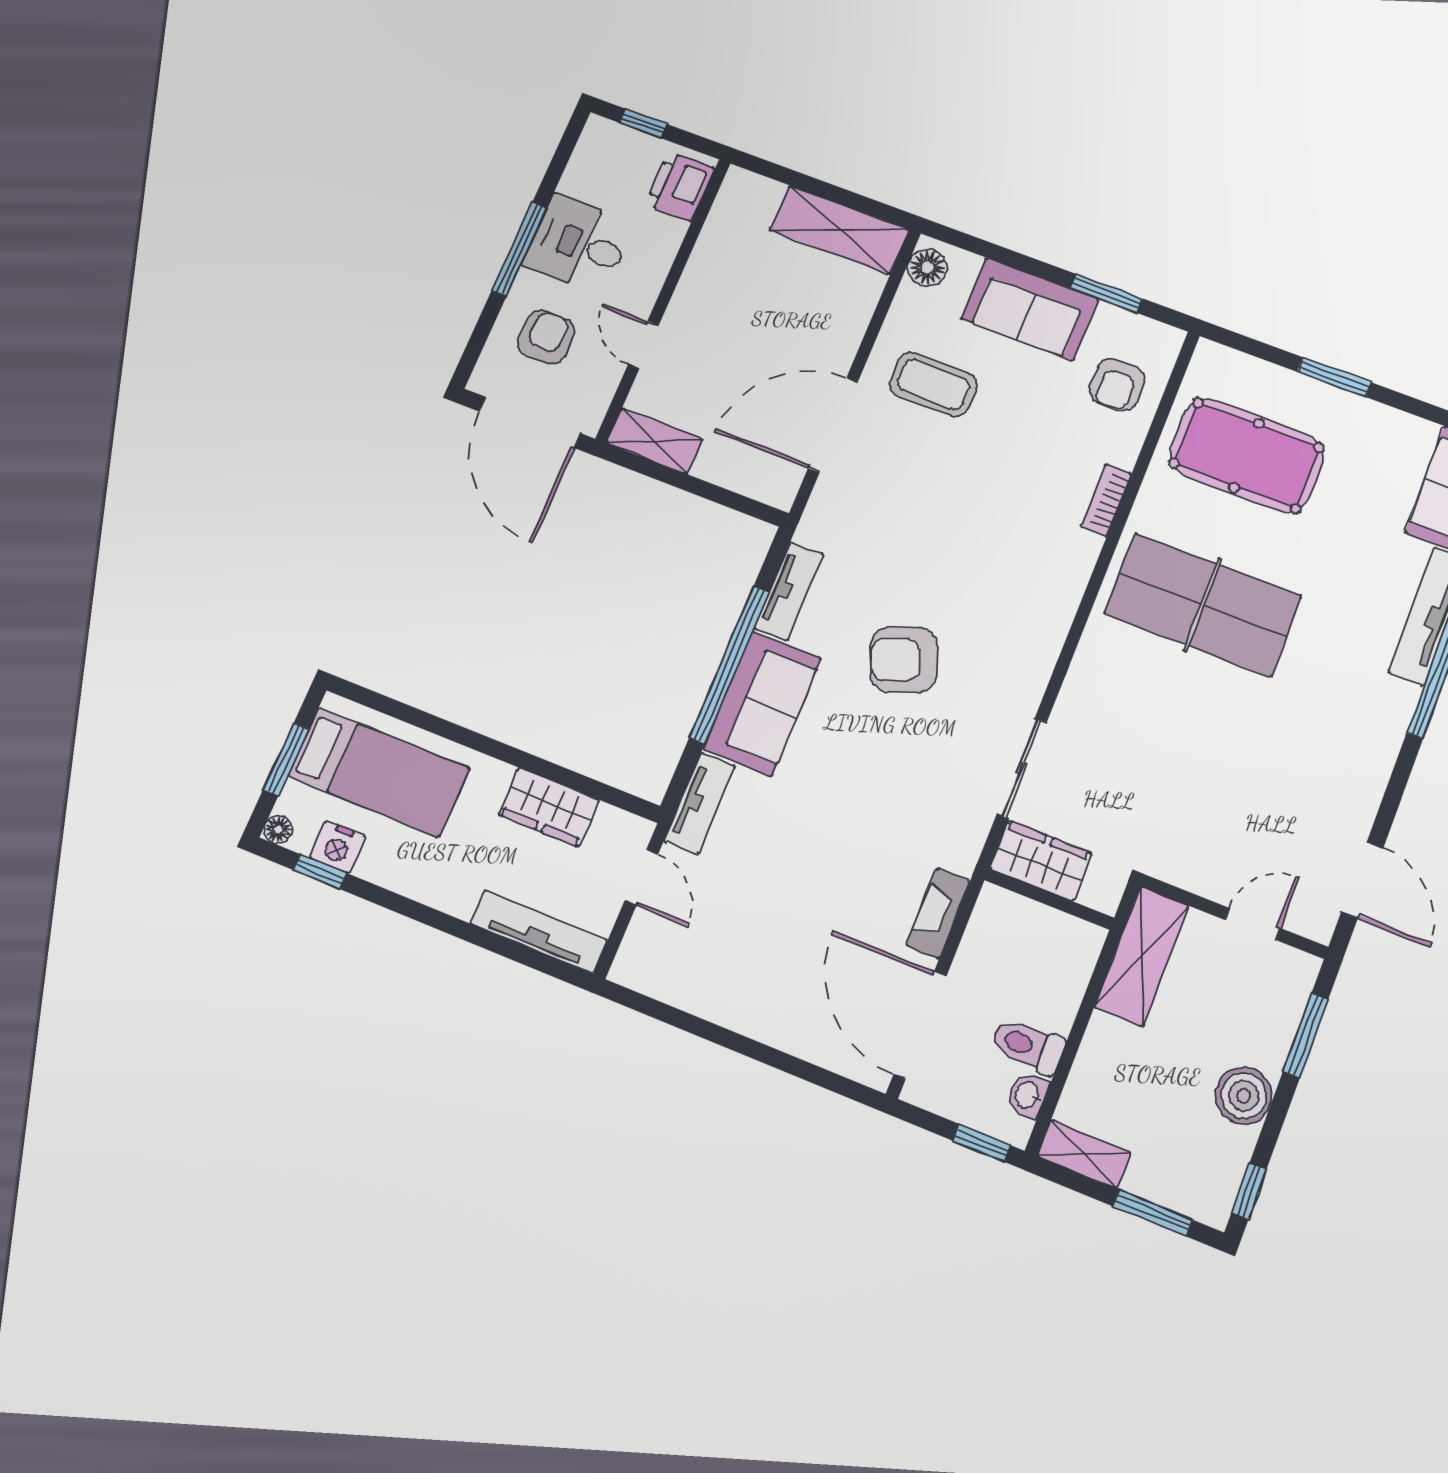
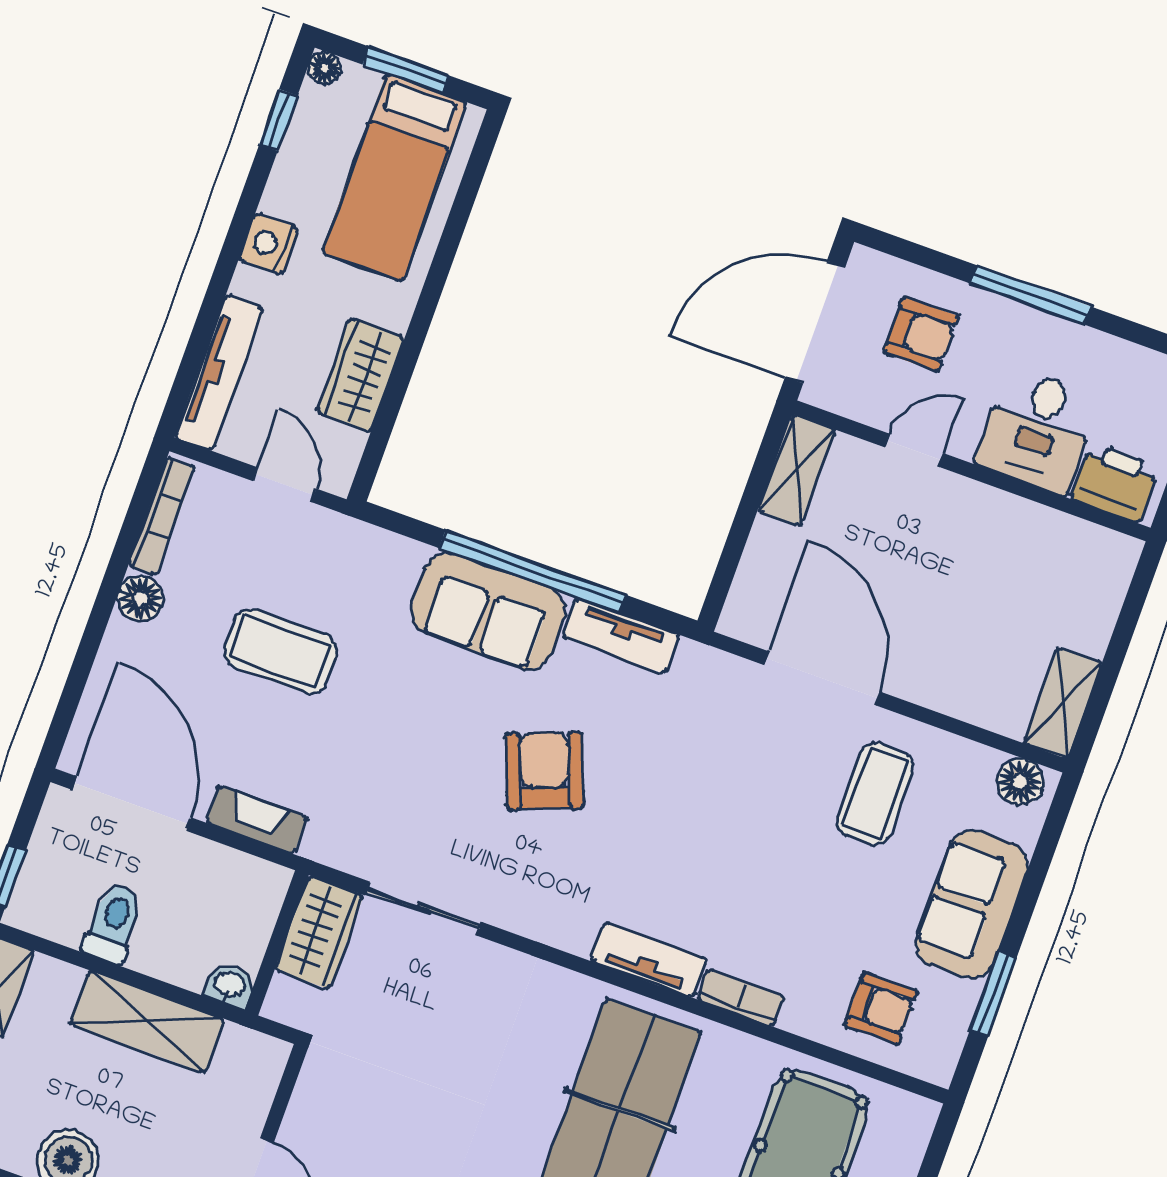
shelving: (839, 230) -> (1063, 703), width x0.67, depth x0.75
desk: (578, 244) -> (1038, 430), moved, turned 180
armchair: (1117, 385) -> (881, 1008), turned 180
tv unit: (699, 803) -> (649, 960), moved, turned 180
nightstand: (338, 847) -> (269, 244), moved
door: (641, 877) -> (285, 485), swing flipped
coffee table: (789, 886) -> (281, 651), added
shelving: (1142, 956) -> (147, 1022), moved
bookcase: (663, 988) -> (162, 516), added
floor lamp: (736, 1010) -> (141, 599), added
door: (920, 1025) -> (132, 804), hinge flipped
washbasin: (1028, 1095) -> (229, 985), moved

